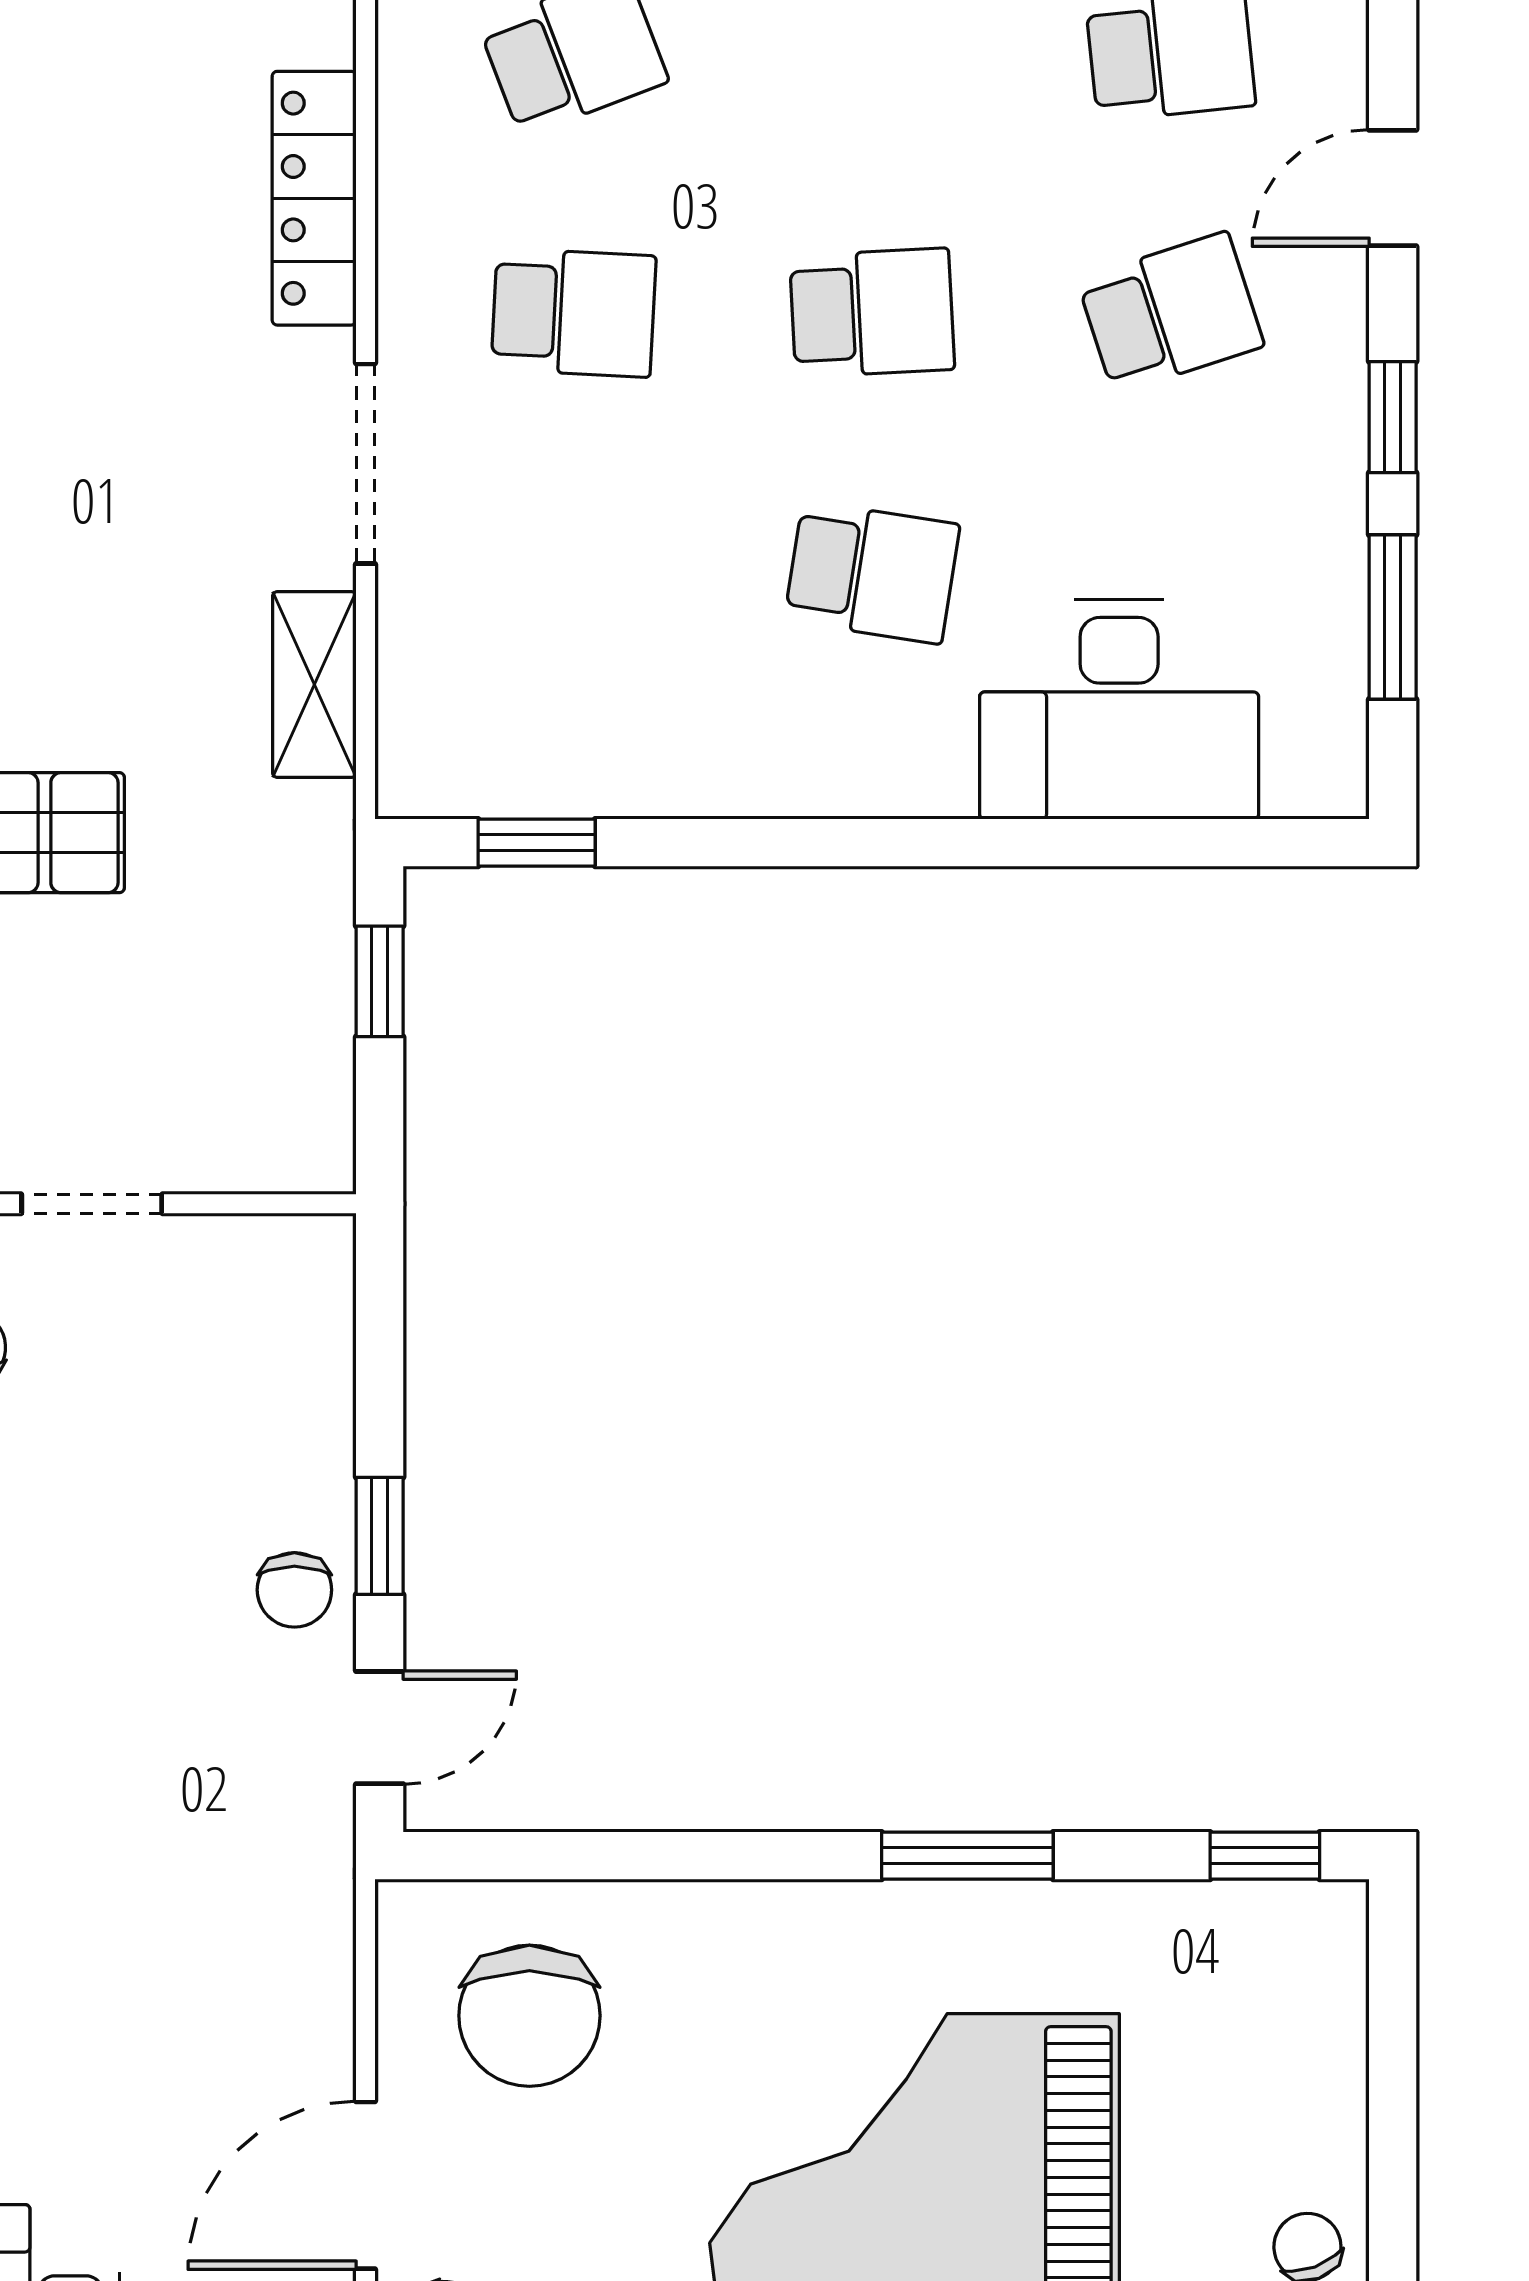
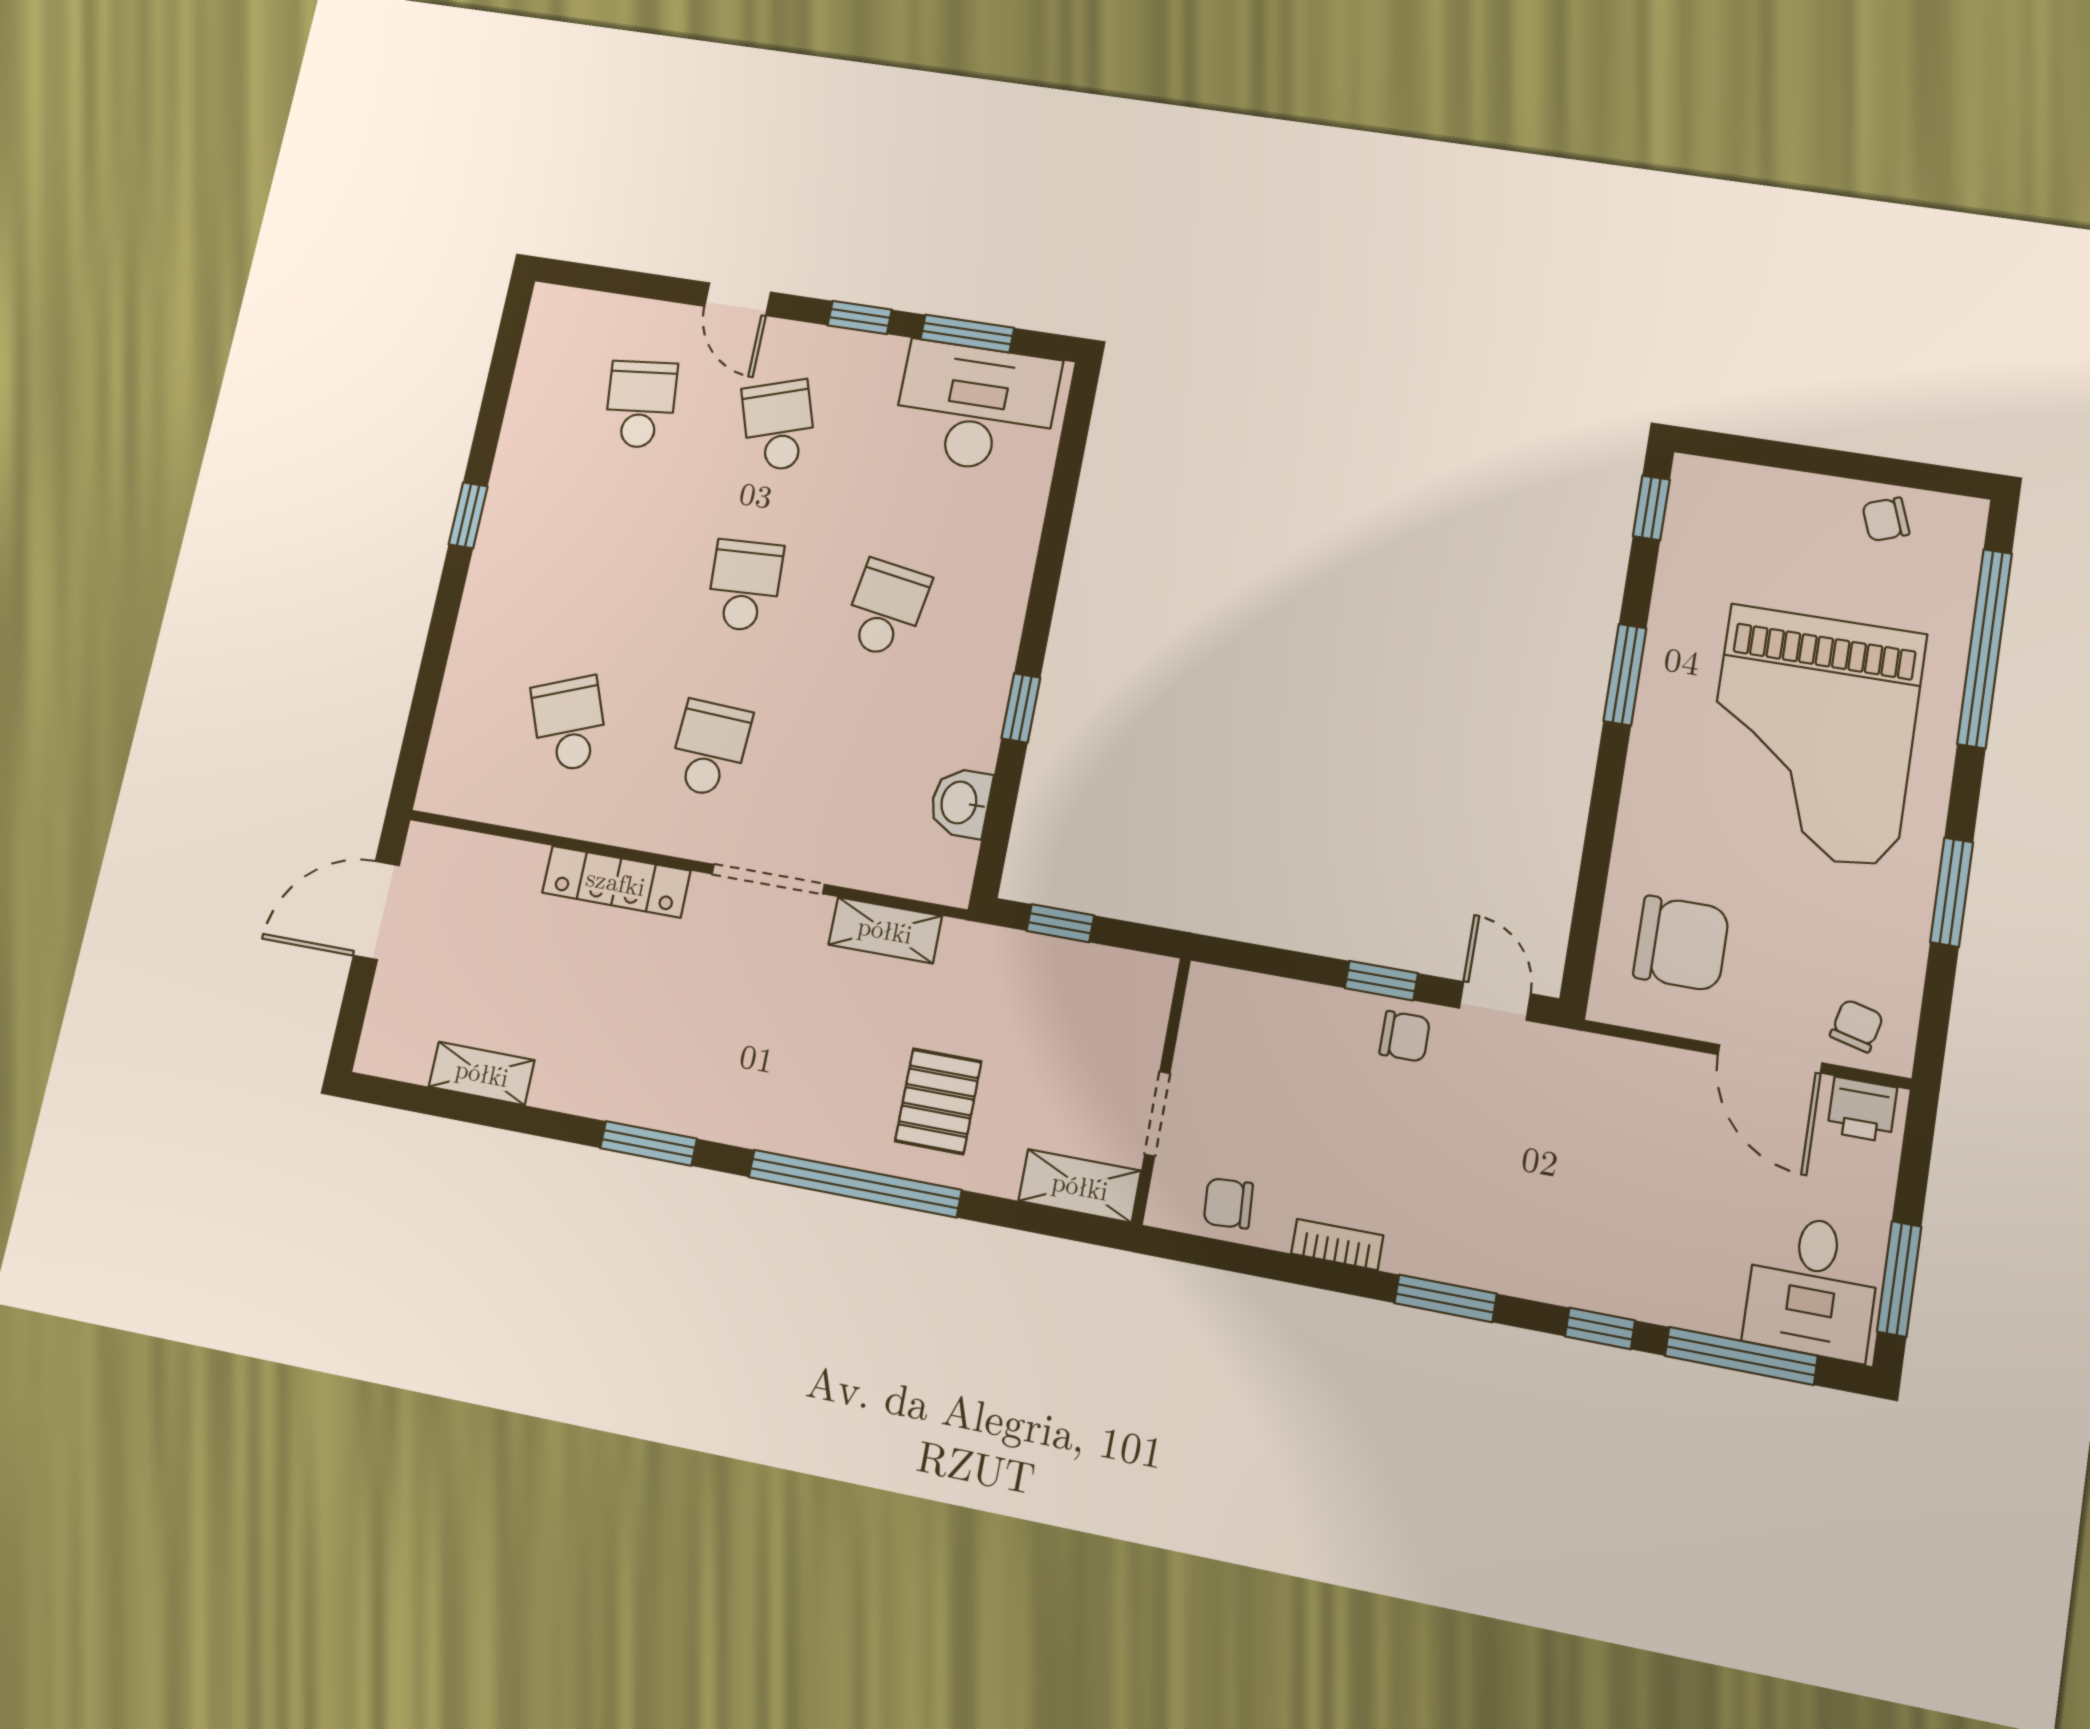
desk: (1119, 710) -> (976, 408), moved, turned -90
washbasin: (555, 770) -> (960, 803), added
window: (537, 843) -> (1021, 708), moved

